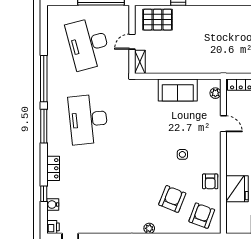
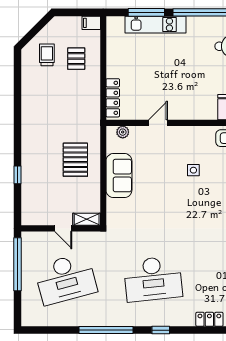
pallet: (157, 20) -> (75, 160), moved
window: (44, 126) -> (161, 330), width x0.46

